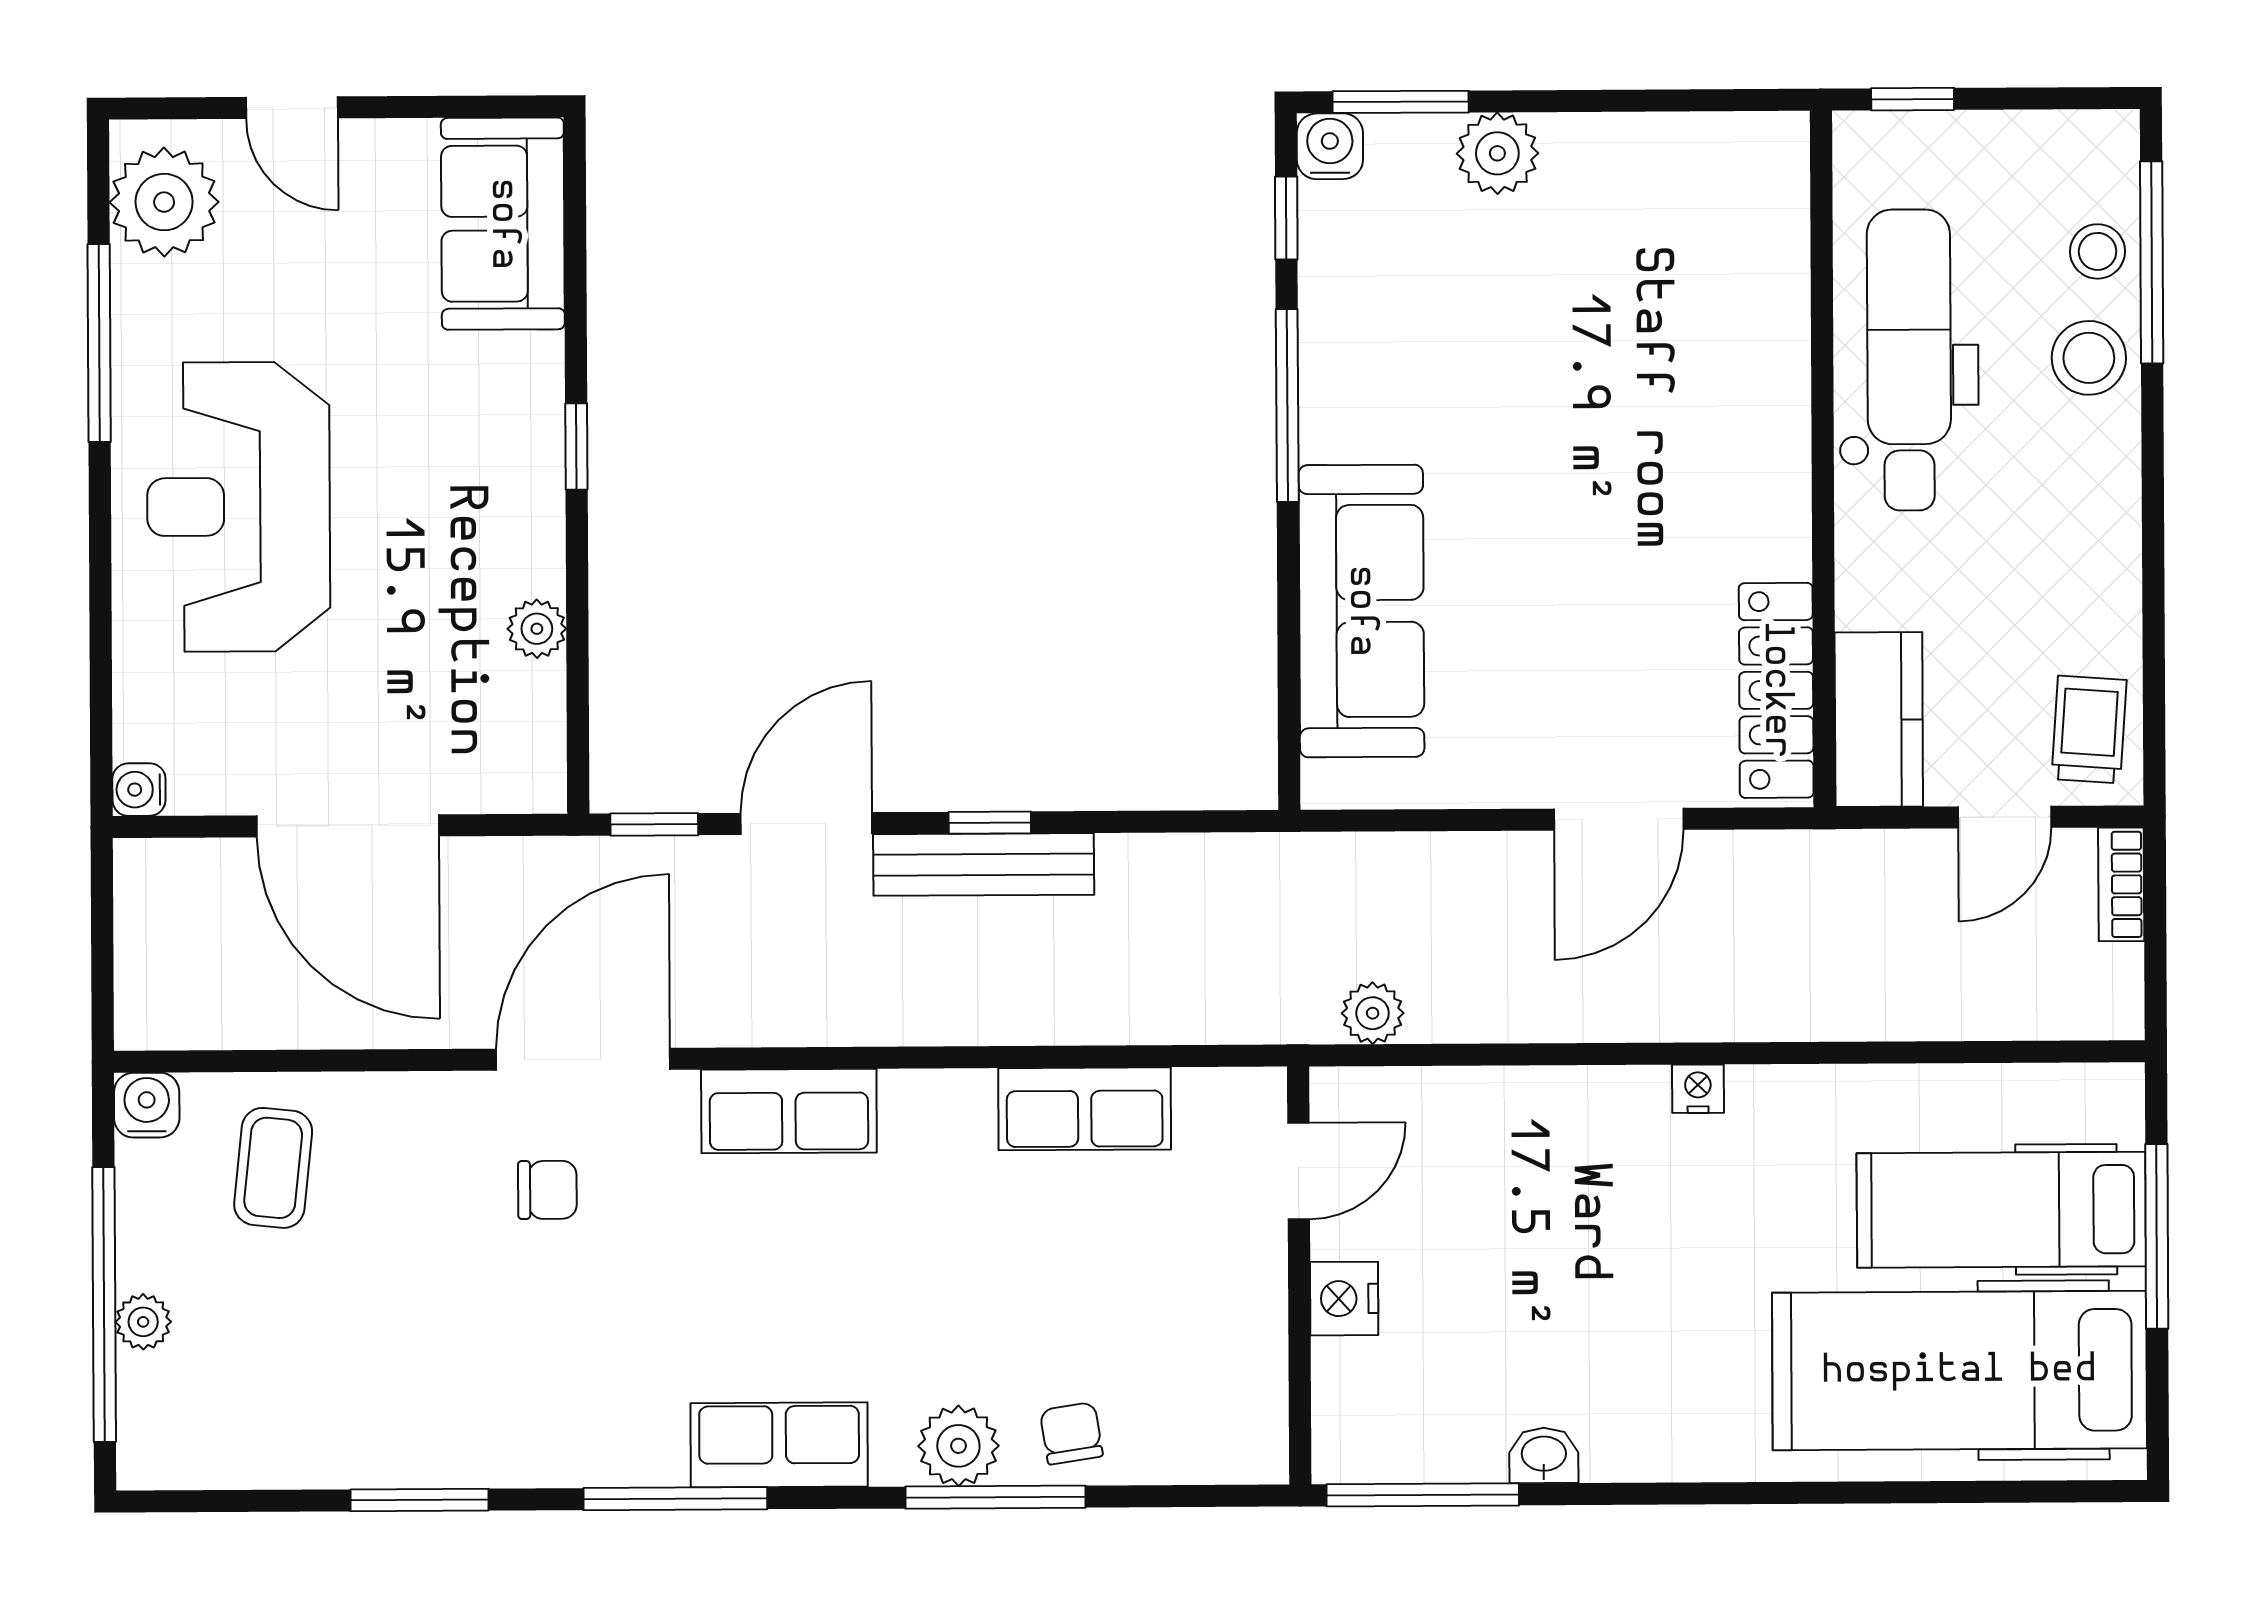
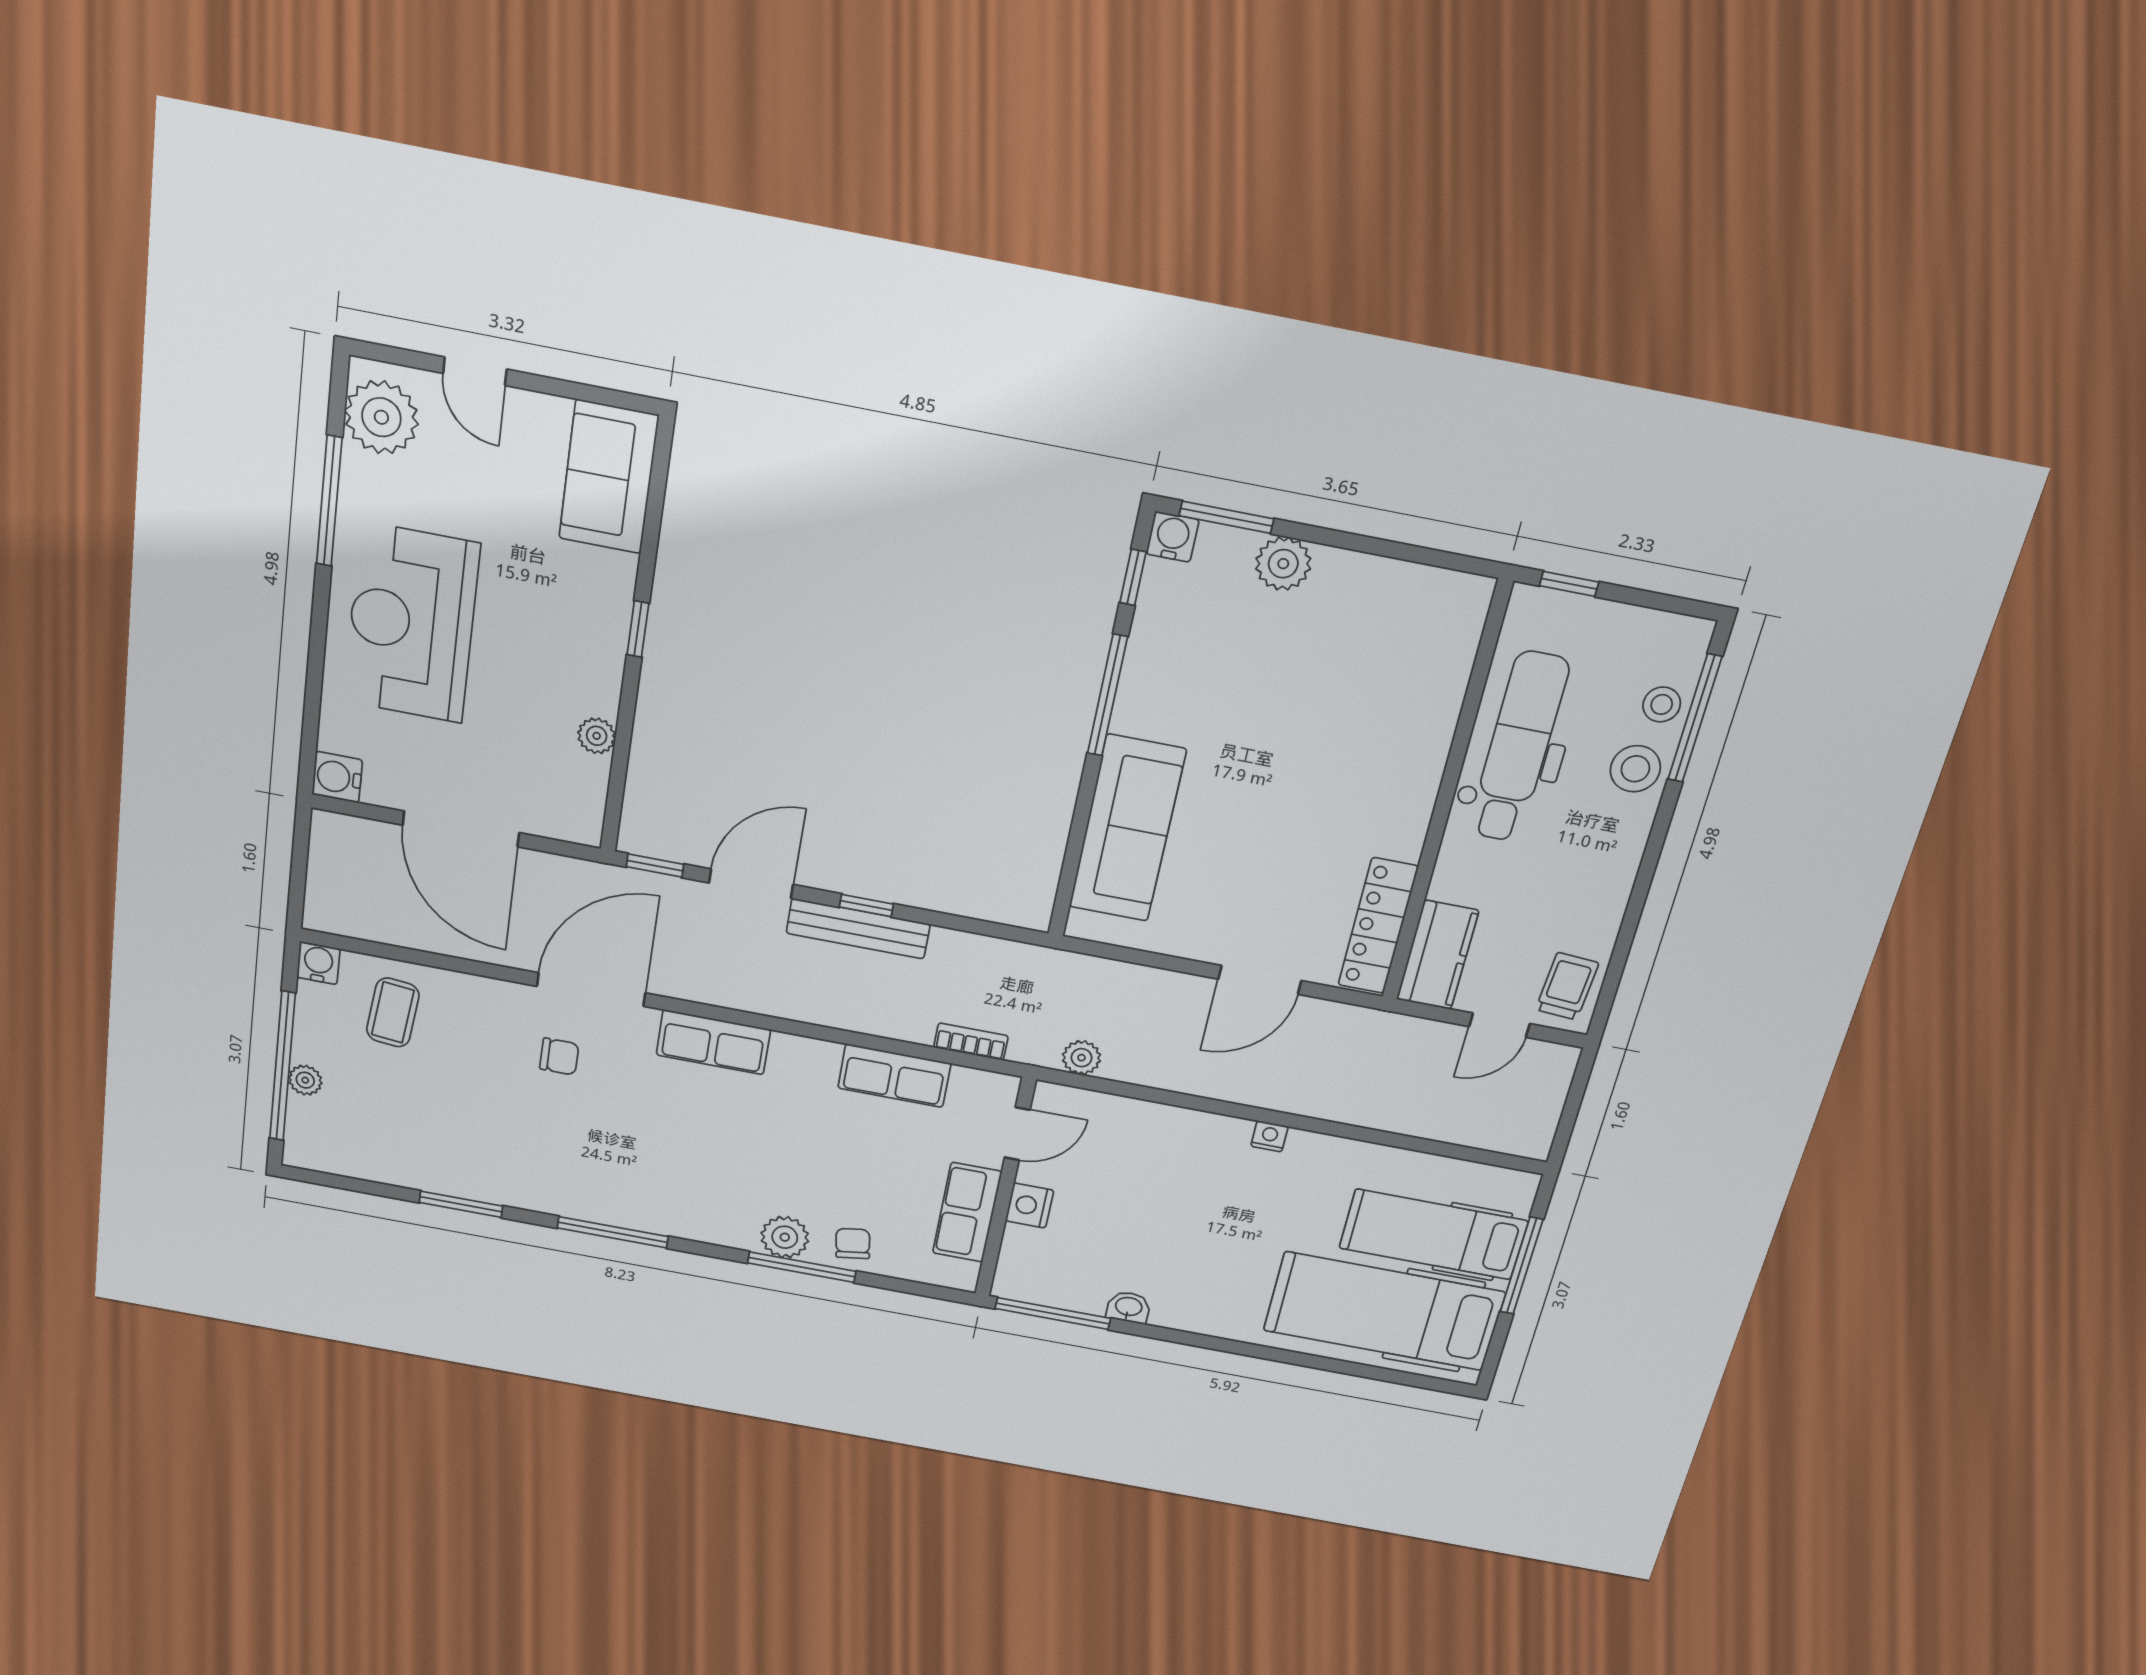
water cooler: (139, 790) -> (337, 777), width x1.38, depth x1.38
bookcase: (2121, 884) -> (971, 1042), moved, turned 90
row of seats: (779, 1445) -> (967, 1212), moved, turned -90

